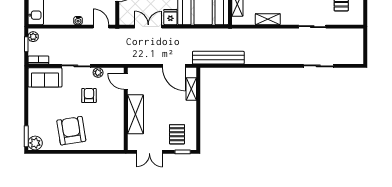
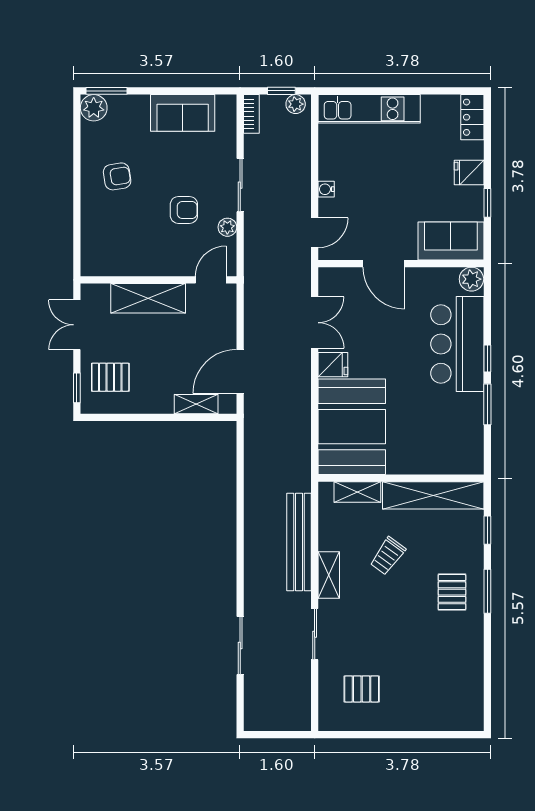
shelving: (268, 19) -> (329, 575), moved
bench: (218, 58) -> (299, 542), moved
sofa: (45, 77) -> (183, 113), moved, turned -90
armchair: (71, 131) -> (117, 176), width x0.53, depth x0.53

